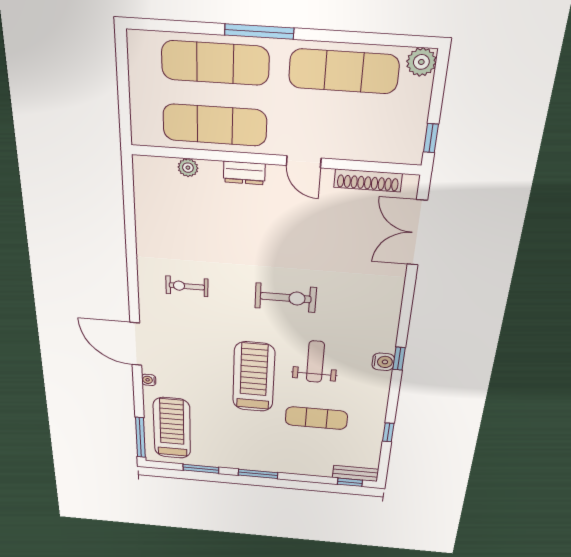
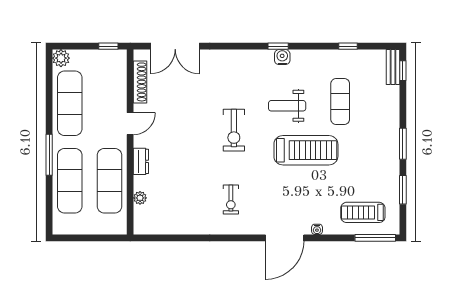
exercise bike: (286, 298) -> (234, 130), turned 180
treadmill: (254, 377) -> (306, 150), turned 180
treadmill: (172, 428) -> (363, 212), width x0.73, depth x0.73

